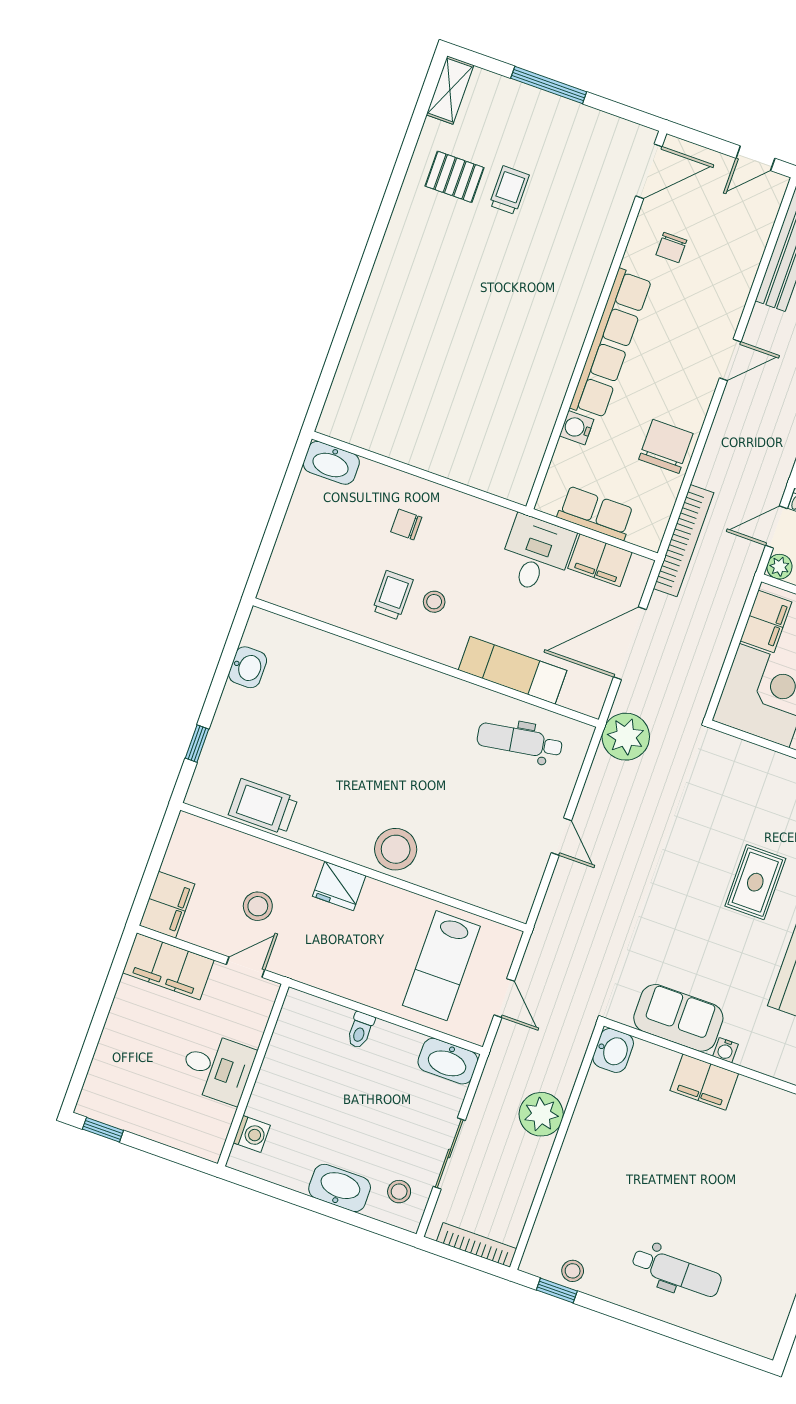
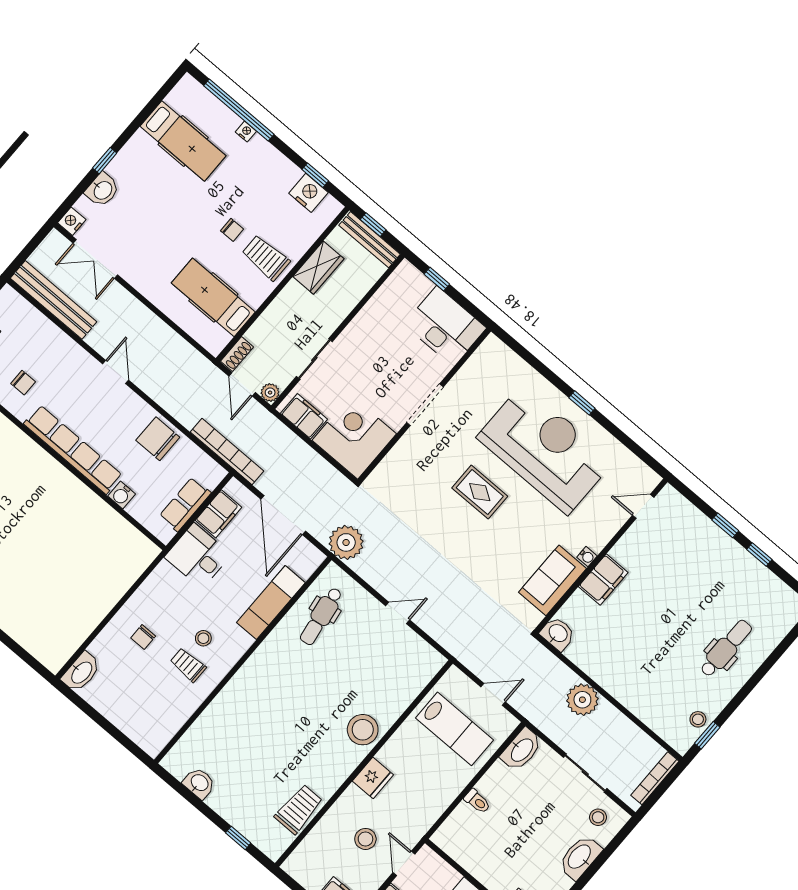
trolley: (263, 807) -> (299, 809), turned 180

